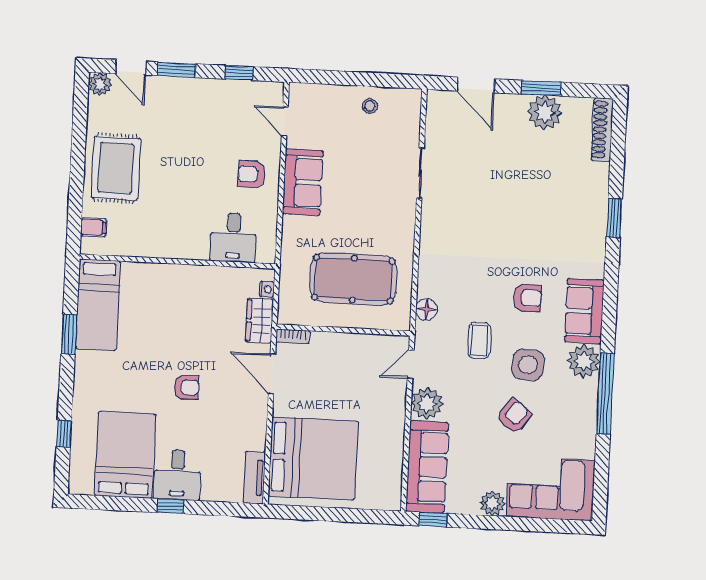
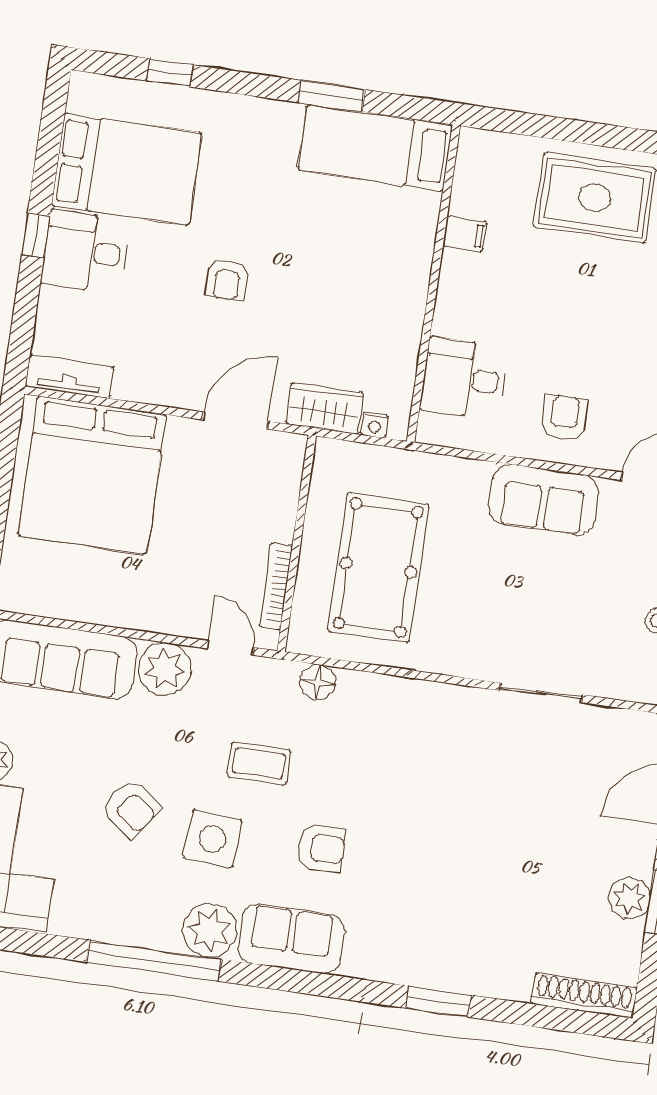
plant: (545, 112) -> (629, 898), width x0.73, depth x0.73
filing cabinet: (93, 227) -> (465, 234), moved, turned -90
armchair: (527, 298) -> (321, 848), turned -90
bookcase: (293, 336) -> (276, 586), moved, width x1.56

